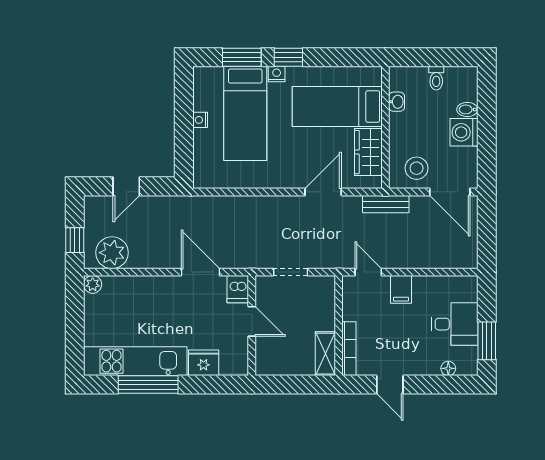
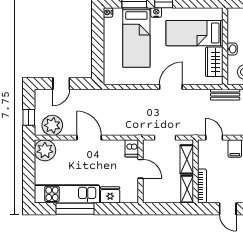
washbasin: (397, 102) -> (232, 49), moved
nightstand: (200, 120) -> (108, 12), moved
door: (323, 192) -> (171, 87), moved
door: (200, 272) -> (89, 138), moved
plant: (93, 284) -> (45, 150), width x1.88, depth x1.88
shelving: (325, 307) -> (187, 159), added

